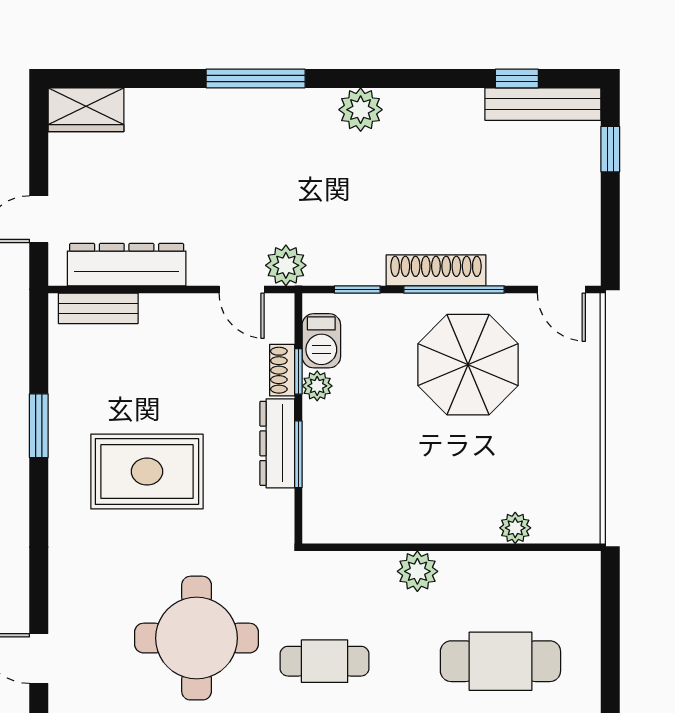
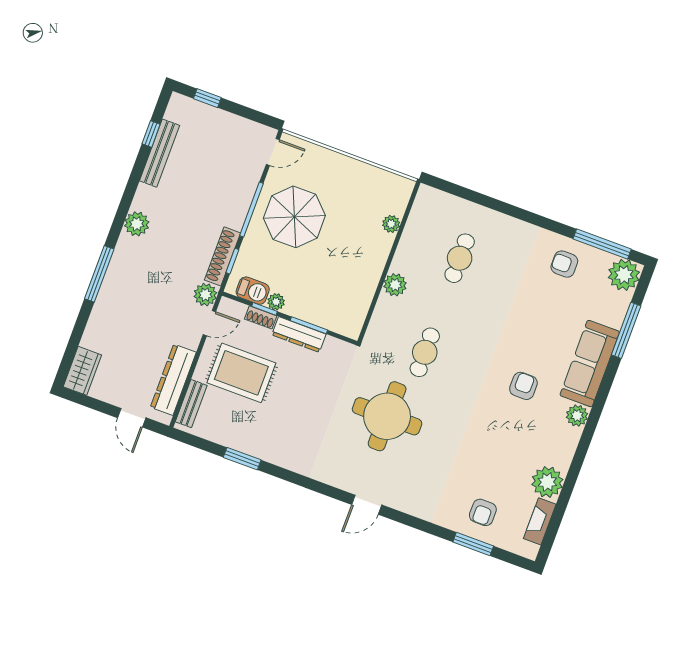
bench: (543, 104) -> (160, 153), moved
shoe rack: (436, 270) -> (222, 256), moved
rug: (147, 472) -> (241, 373), moved, turned 90
cafe table: (500, 661) -> (460, 258), width x0.73, depth x0.74

